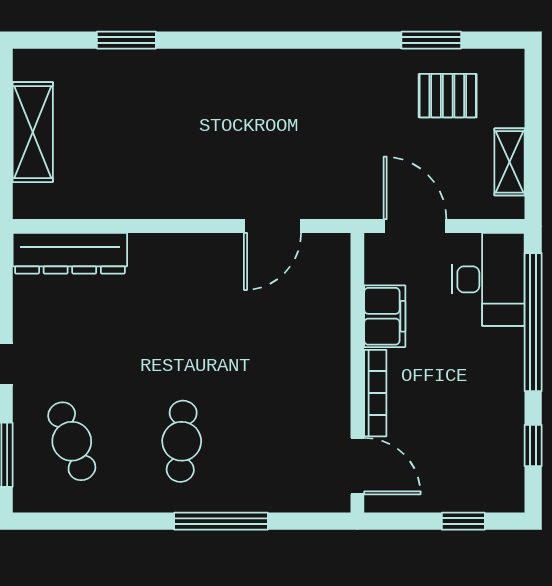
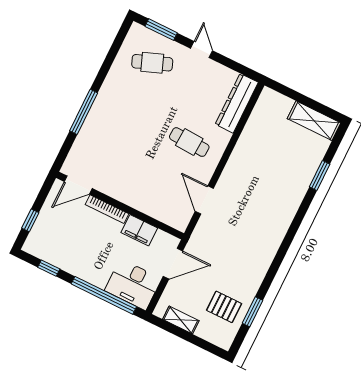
pallet: (448, 96) -> (224, 307), turned 90
shelving: (33, 132) -> (314, 121), moved
cafe table: (182, 441) -> (189, 142), moved

